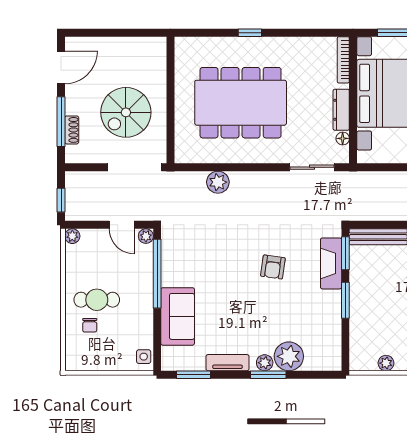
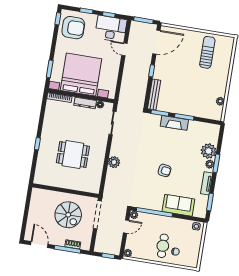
dining table: (241, 103) -> (73, 155), width x0.53, depth x0.80
plant: (218, 182) -> (114, 162), moved
fireplace: (331, 263) -> (174, 123), moved
armchair: (273, 267) -> (165, 170), moved

